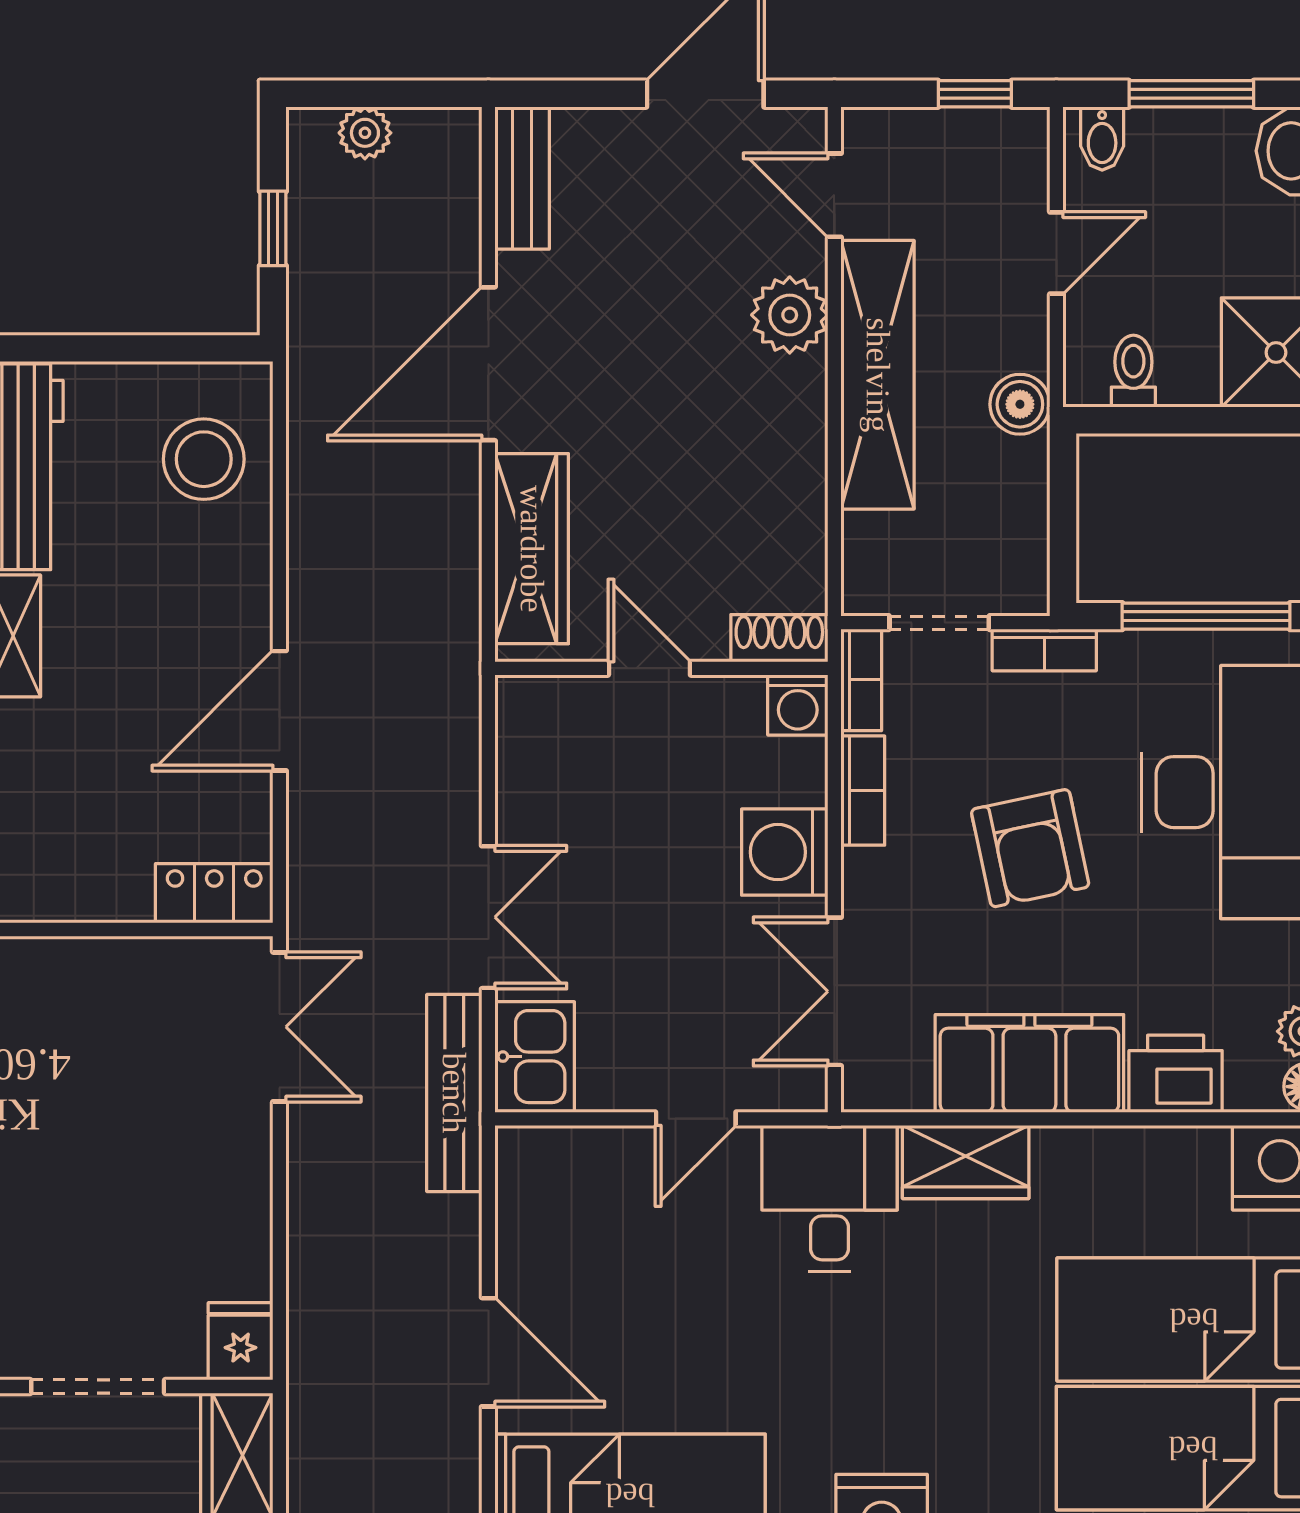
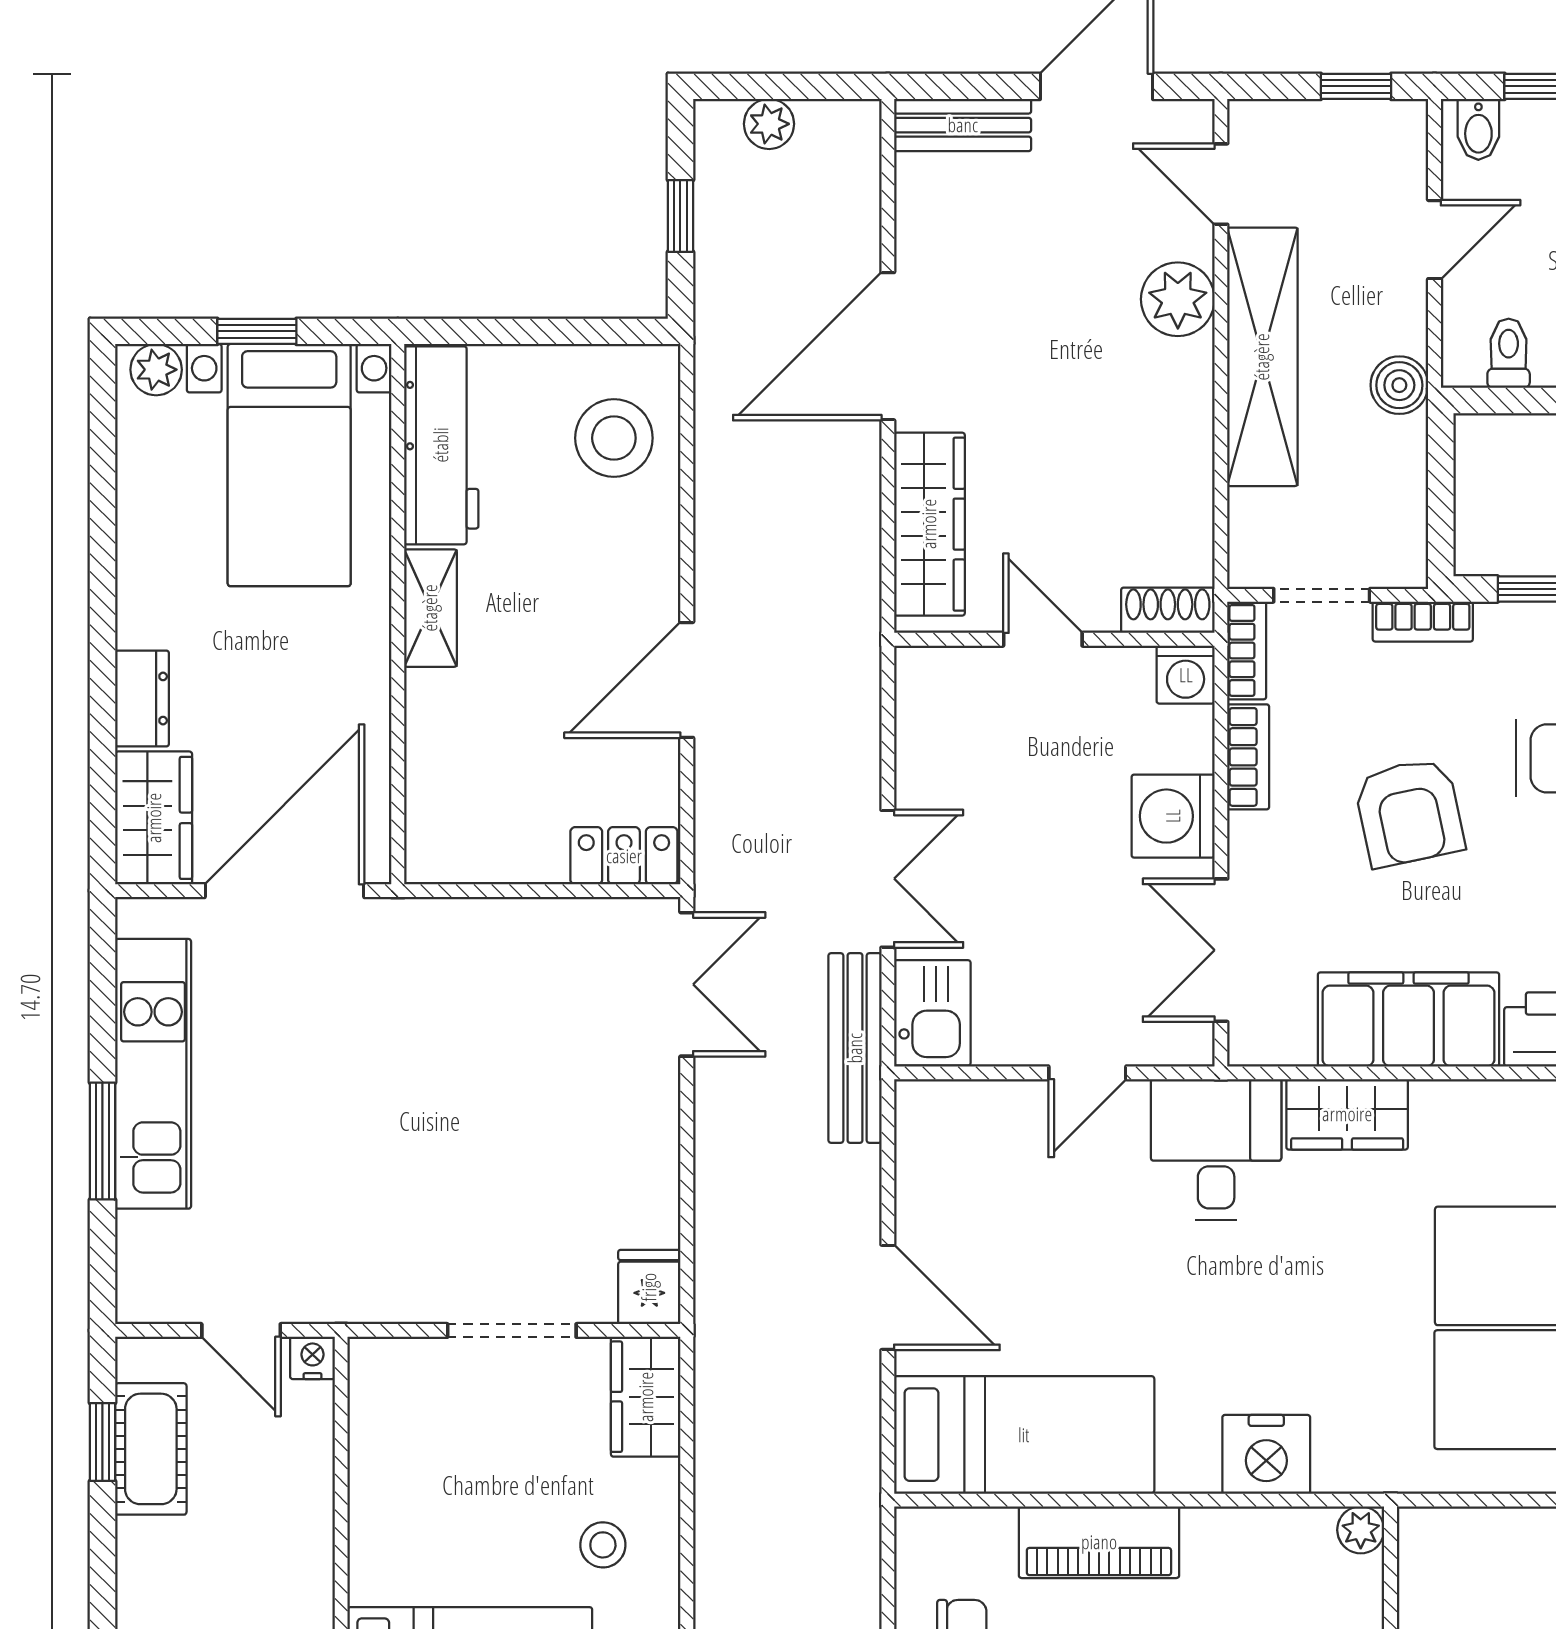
bench: (522, 178) -> (963, 125), moved, turned 90

